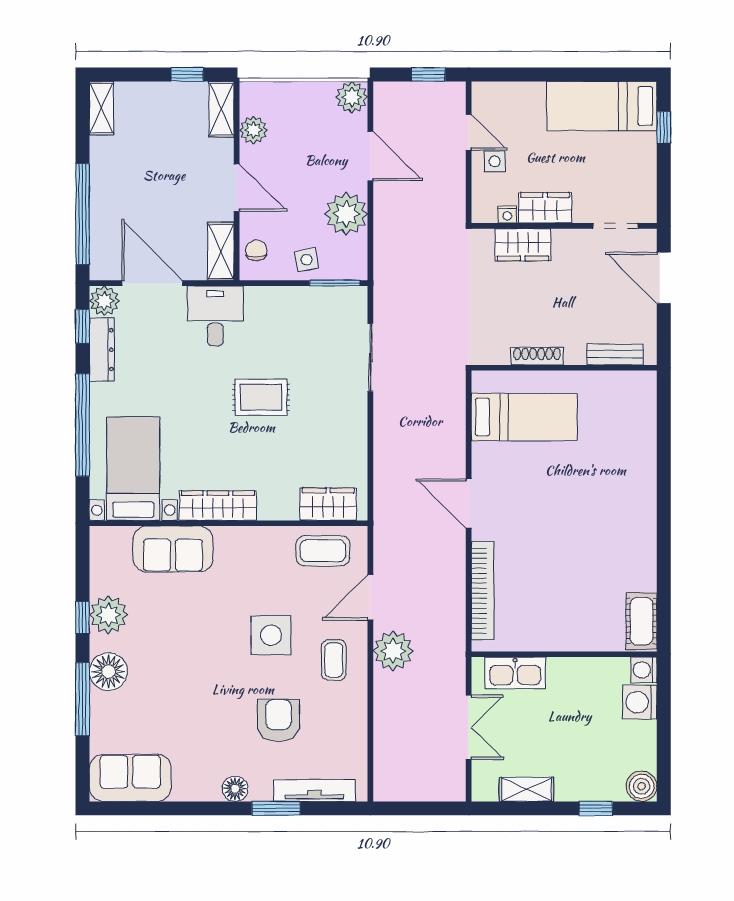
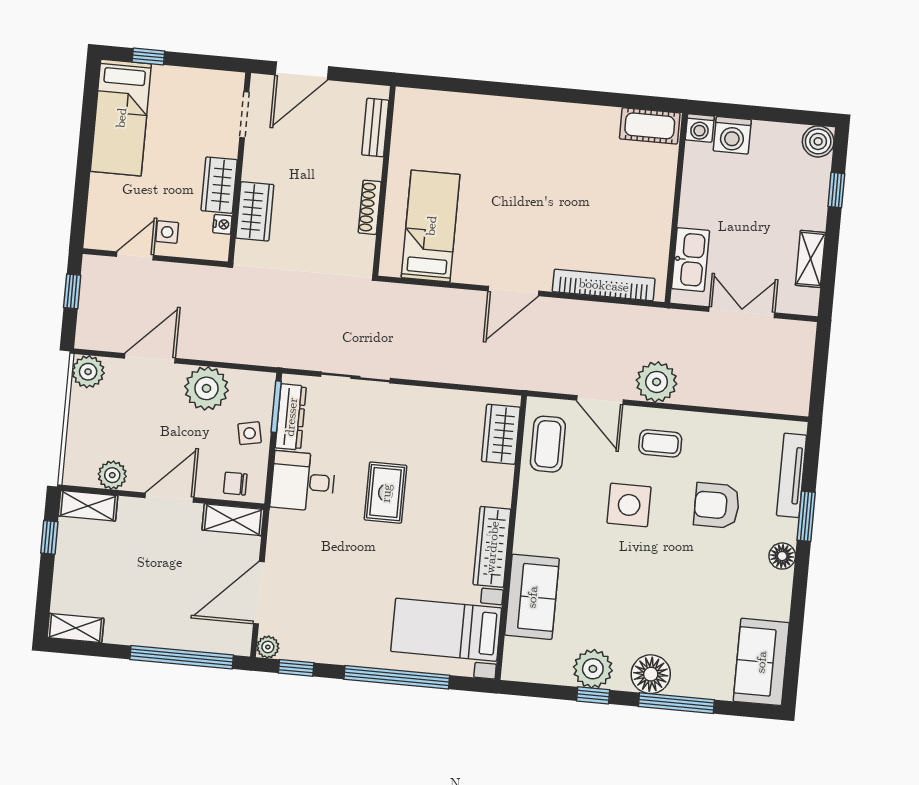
plant: (104, 301) -> (268, 647), width x0.73, depth x0.73
desk: (215, 316) -> (303, 481), moved
dresser: (102, 350) -> (291, 417), moved, turned 90

